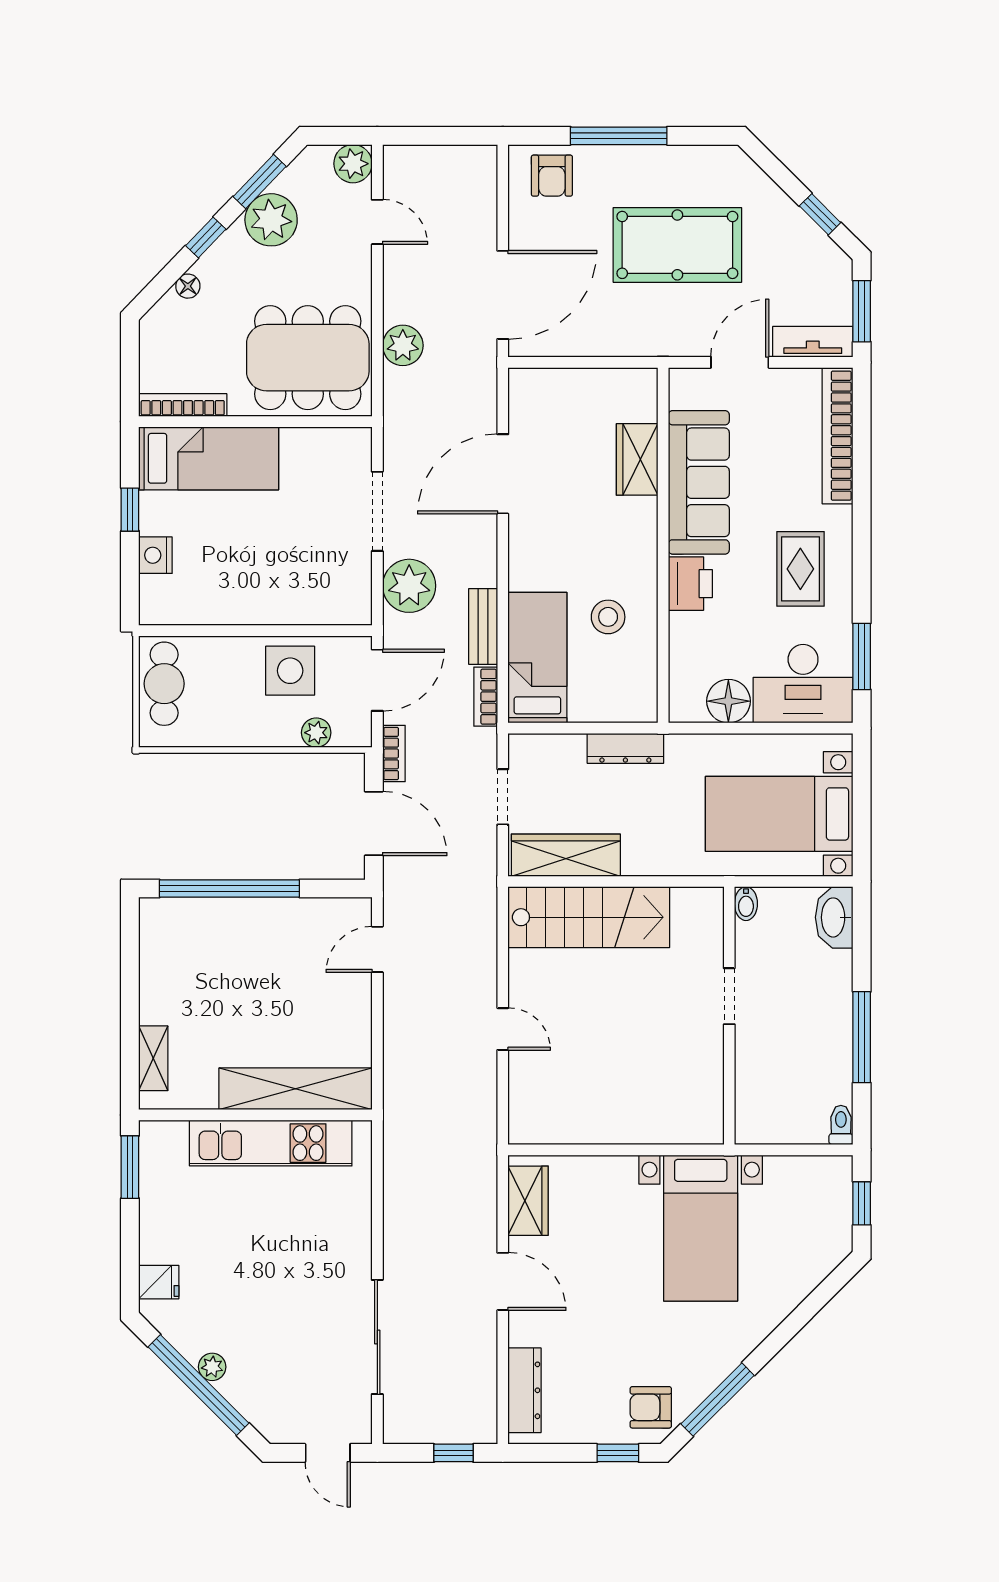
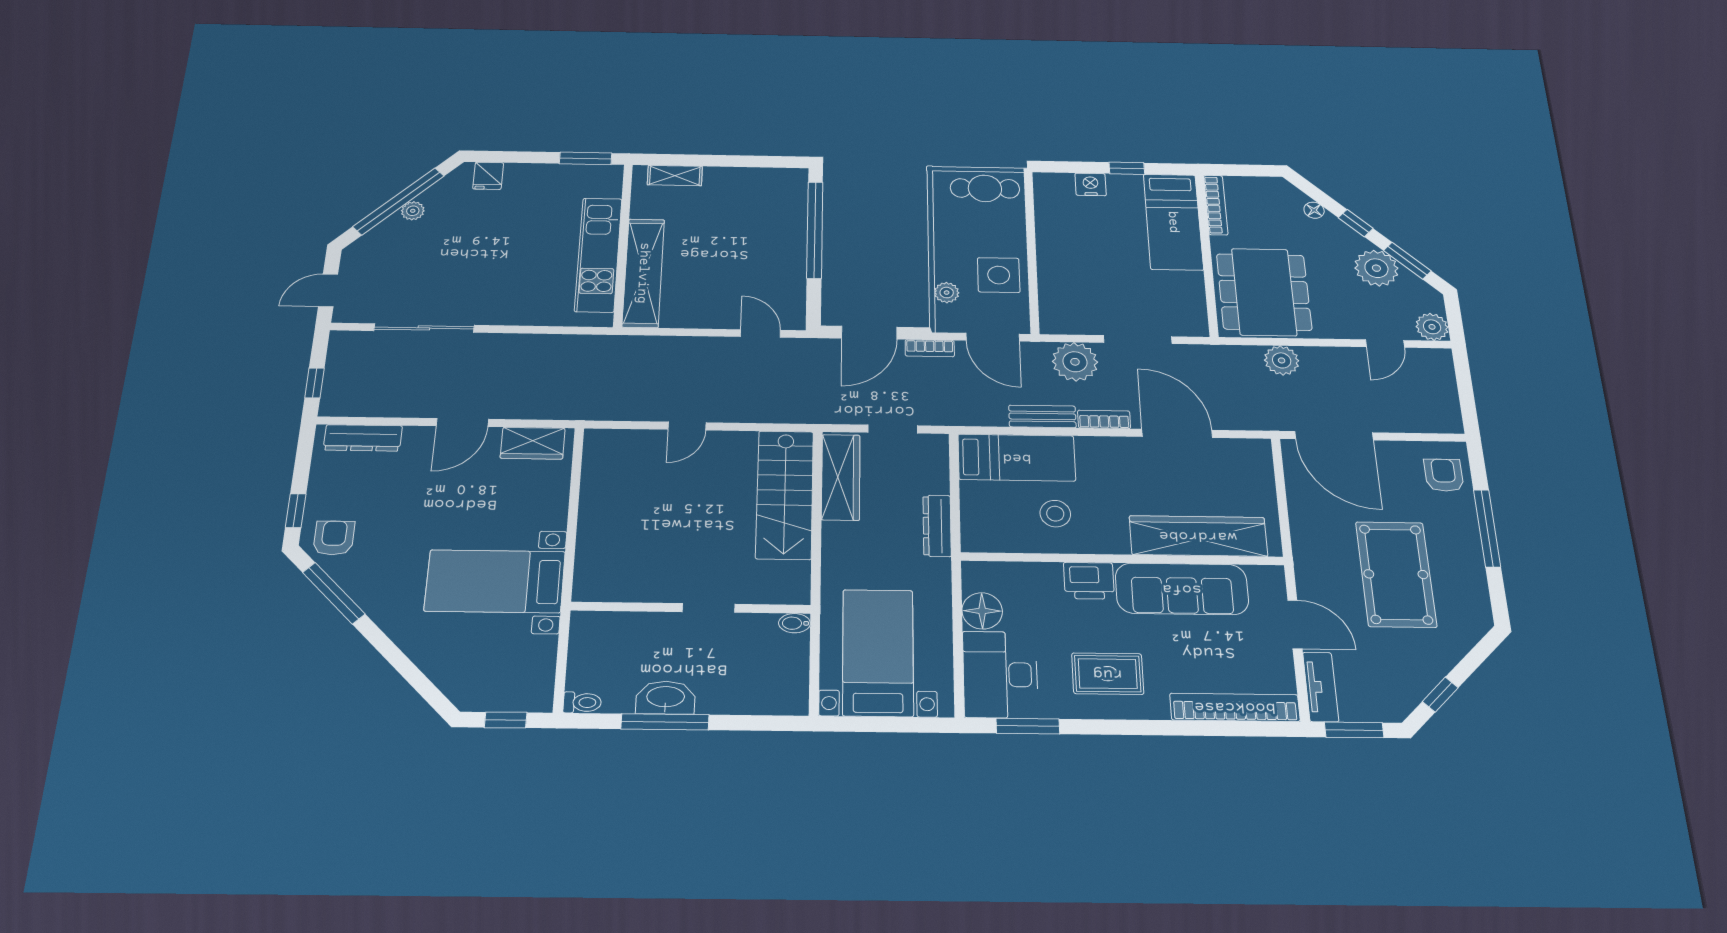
armchair: (552, 176) -> (1444, 475), turned 90
wardrobe: (637, 459) -> (1198, 536), width x2.10, depth x1.17
bookcase: (486, 697) -> (1104, 419), moved
washbasin: (834, 917) -> (666, 698), moved

